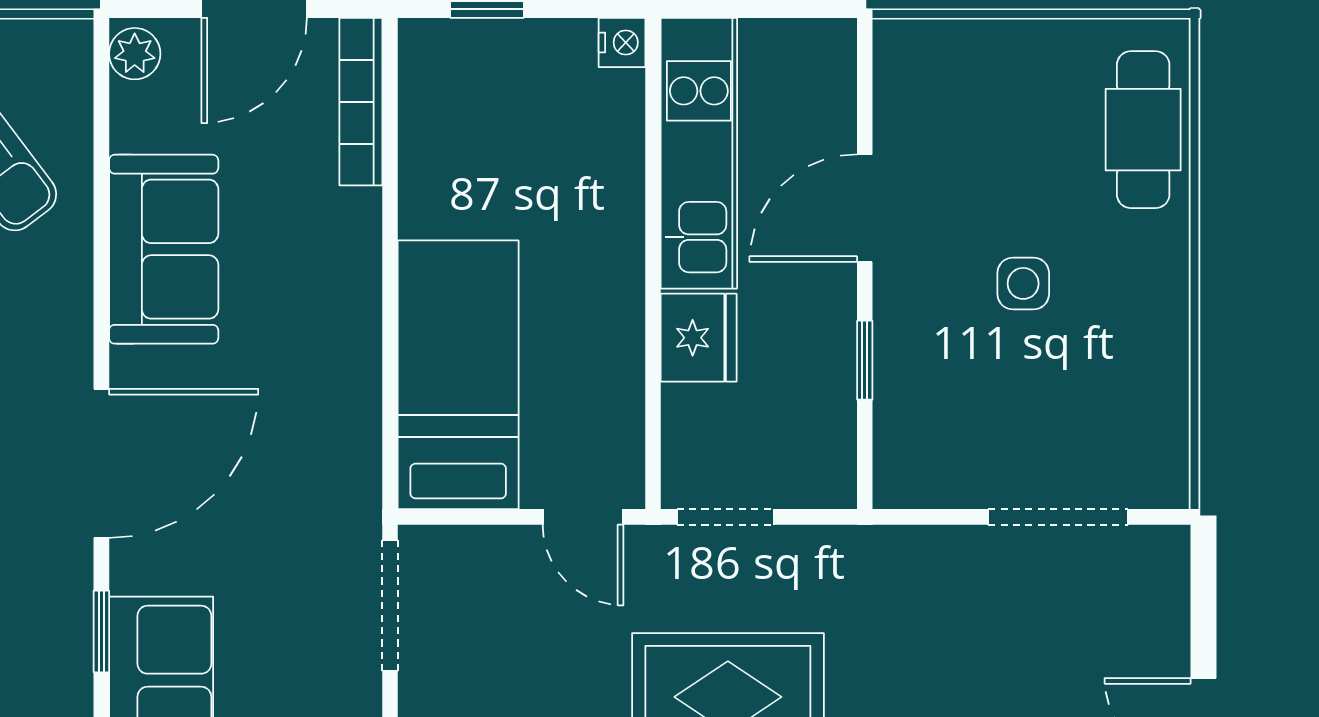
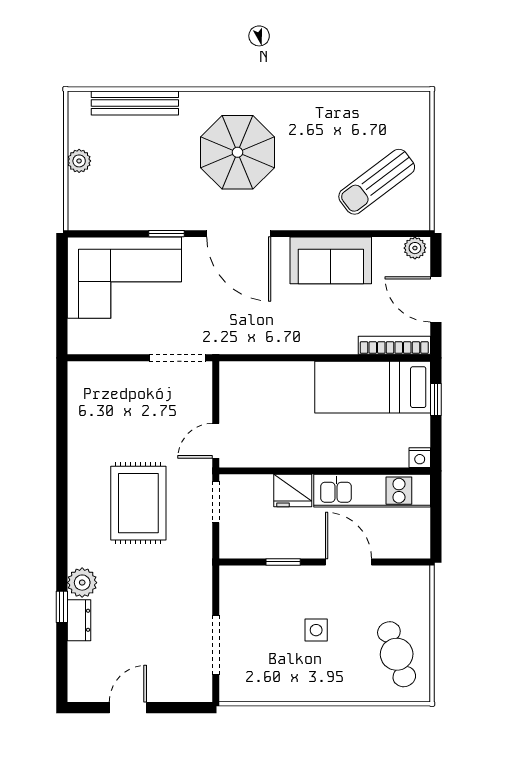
cafe table: (1143, 130) -> (397, 654), moved, turned 71
bed: (458, 375) -> (373, 387), moved, turned 180

